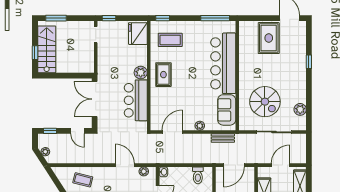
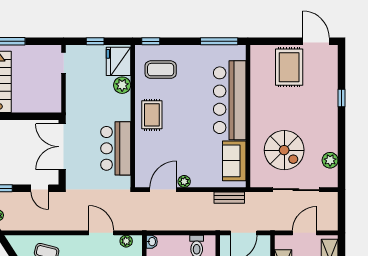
window: (109, 18) -> (95, 41), moved
plant: (141, 73) -> (122, 85), moved
plant: (200, 126) -> (184, 181), moved

